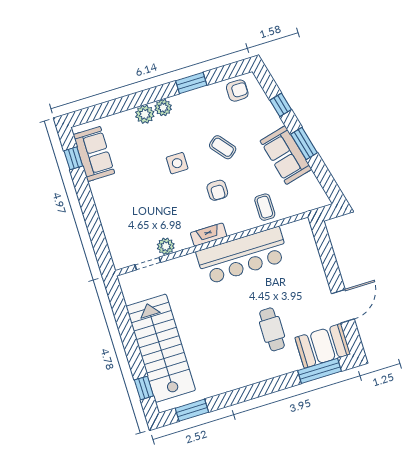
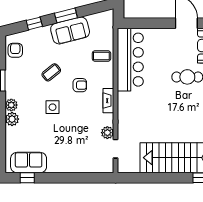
bar counter: (242, 256) -> (130, 60), moved

